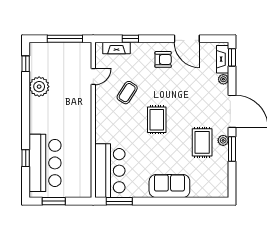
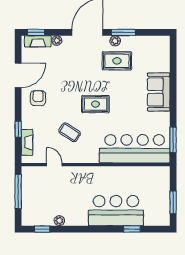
plant: (39, 87) -> (59, 221), width x0.53, depth x0.53
bar counter: (45, 163) -> (116, 211), moved
bar counter: (110, 171) -> (135, 149), width x1.36

